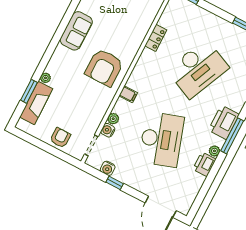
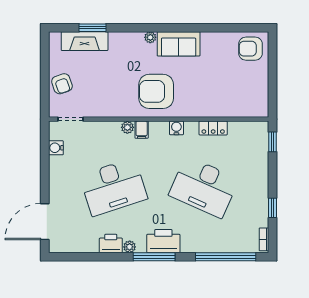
plant: (45, 78) -> (150, 37), moved
plant: (113, 119) -> (127, 127), moved
water cooler: (108, 130) -> (176, 128), moved
armchair: (60, 138) -> (62, 84), turned 71
window: (115, 183) -> (45, 162), removed

